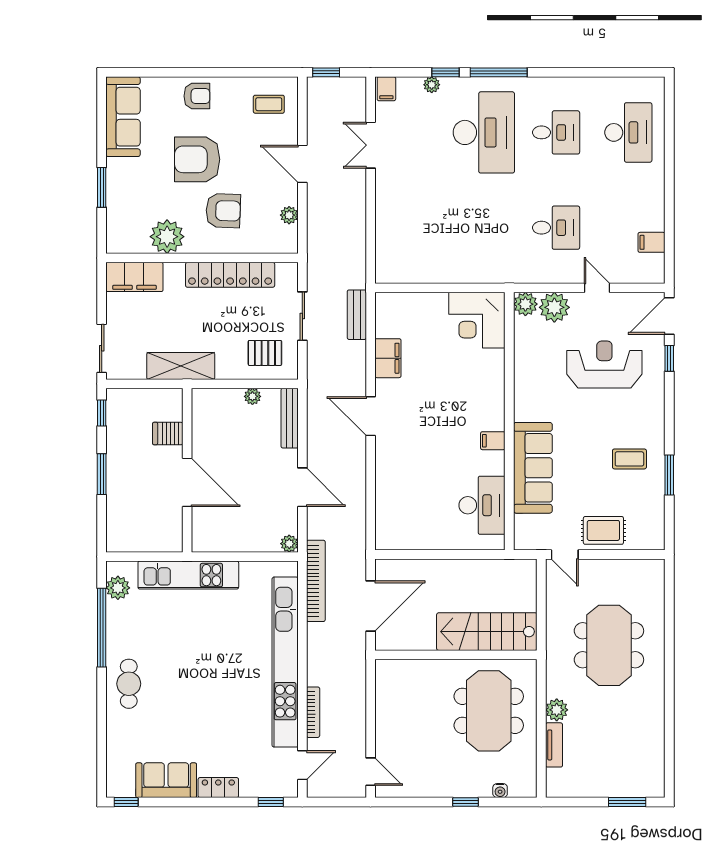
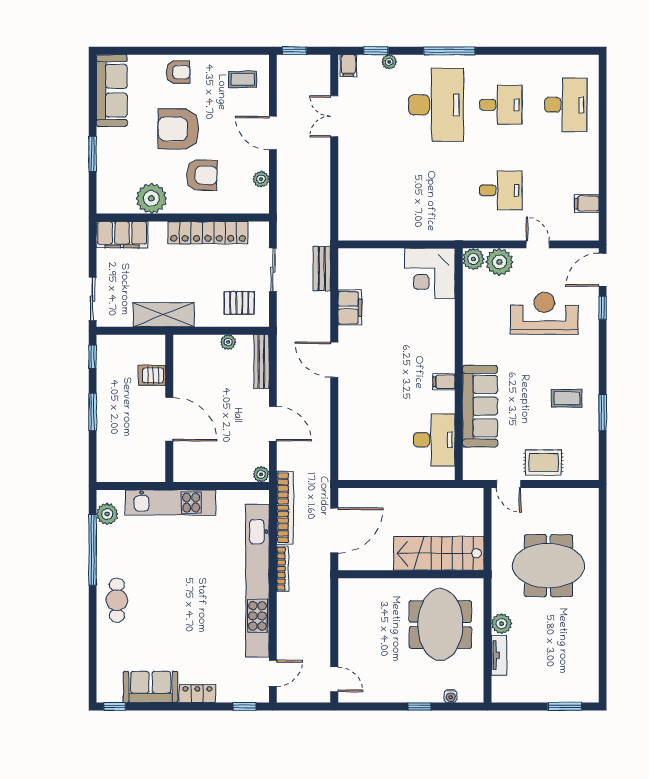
window: (445, 72) -> (376, 51), moved
meeting table: (609, 645) -> (548, 566), turned 90
bookcase: (313, 712) -> (283, 569), moved

